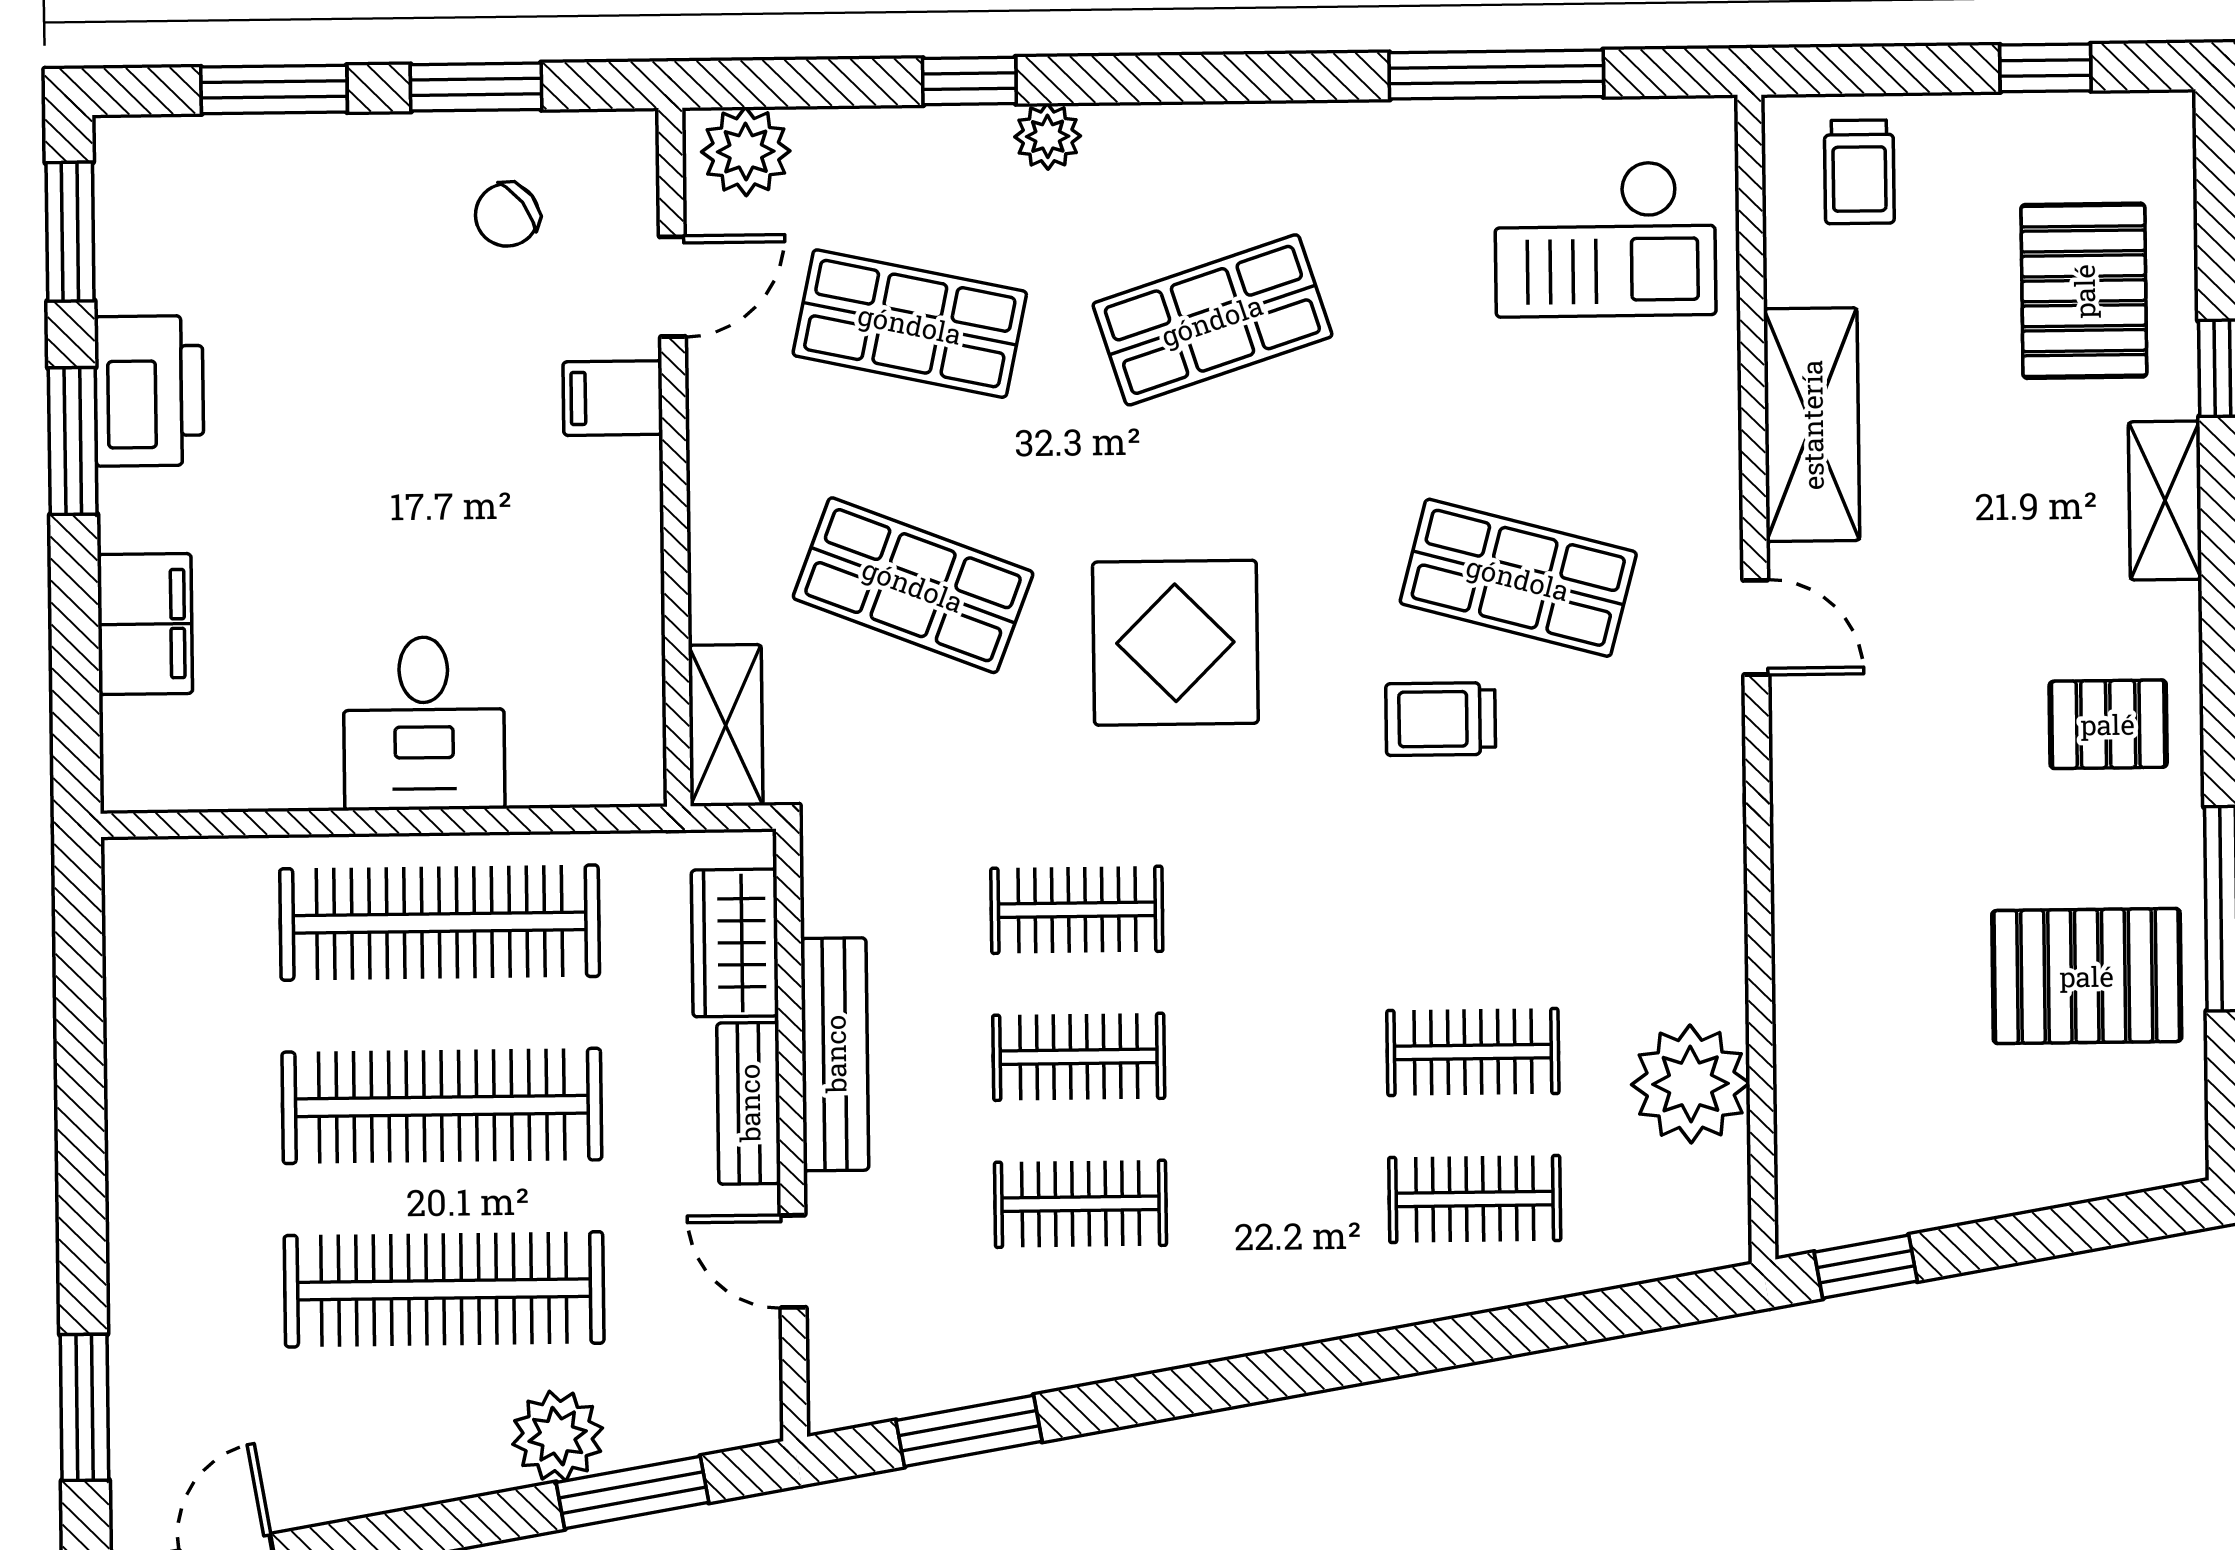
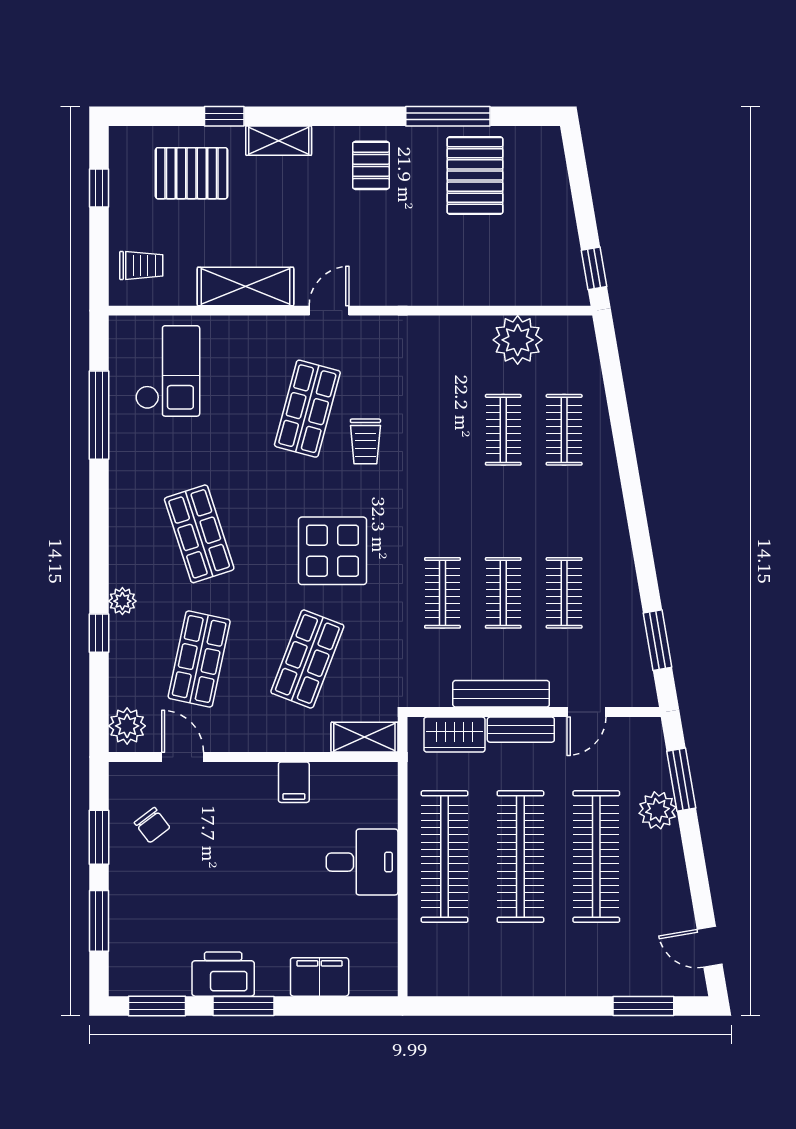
filing cabinet: (613, 398) -> (294, 782), moved

